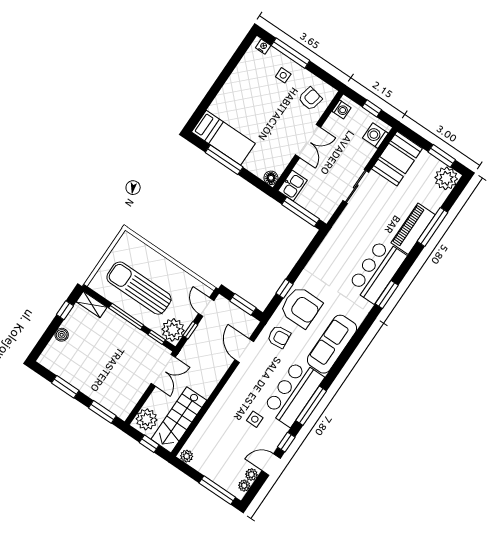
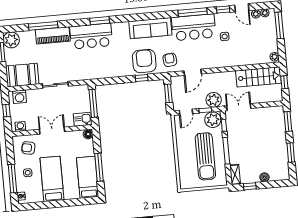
bed: (254, 97) -> (52, 179), added
plant: (147, 419) -> (214, 100), moved

